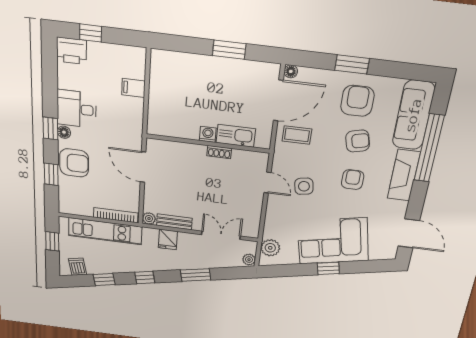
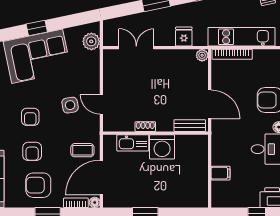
bookcase: (314, 74) -> (76, 203), added
armchair: (357, 101) -> (38, 185), turned 90
washing machine: (208, 134) -> (162, 147), width x1.89, depth x1.89
armchair: (358, 141) -> (32, 151), turned -76
bench: (174, 222) -> (190, 126), moved
double door: (221, 235) -> (136, 48), swing flipped
plant: (249, 260) -> (109, 27), removed

